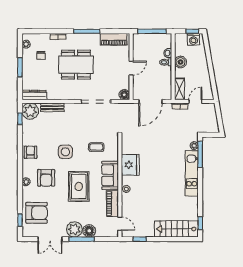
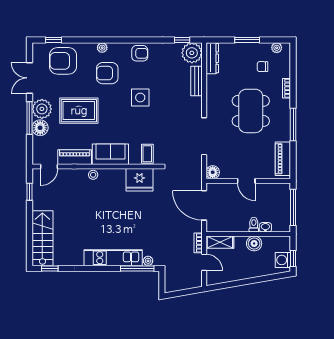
coffee table: (96, 147) -> (147, 154), moved
fridge: (130, 165) -> (139, 180), moved
rug: (79, 186) -> (79, 111), moved
armchair: (36, 213) -> (63, 61), turned 90

